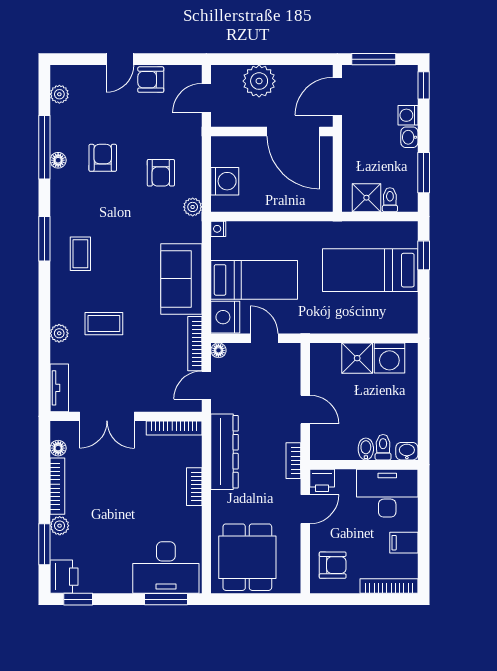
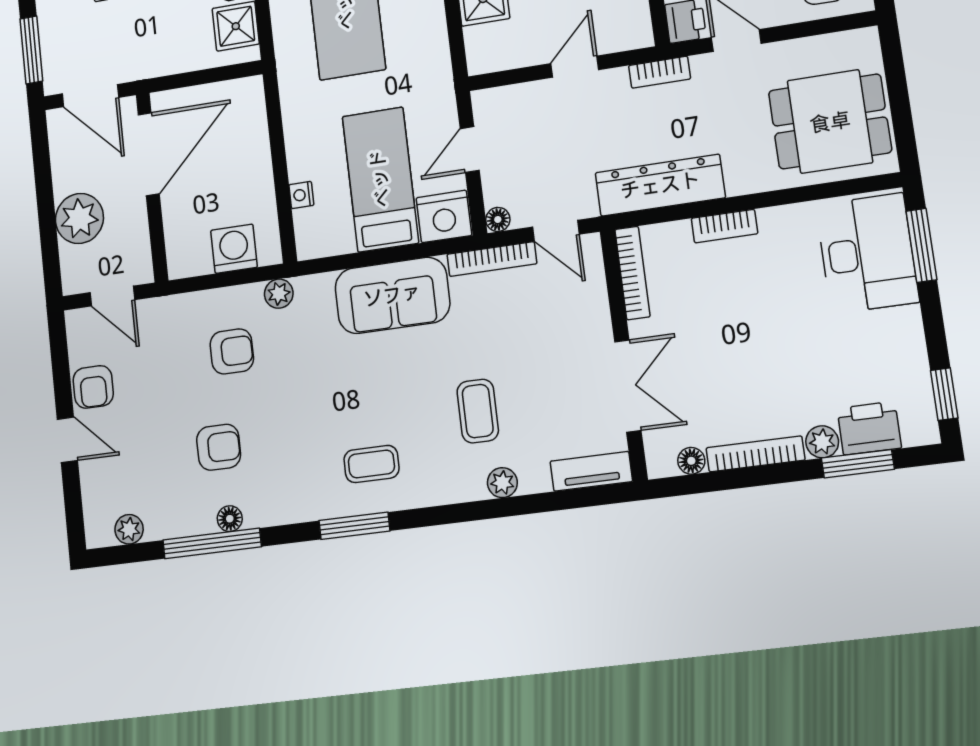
armchair: (103, 158) -> (219, 447), turned 180
nightstand: (218, 229) -> (301, 195), moved, turned 90
printer: (64, 577) -> (869, 428), moved

